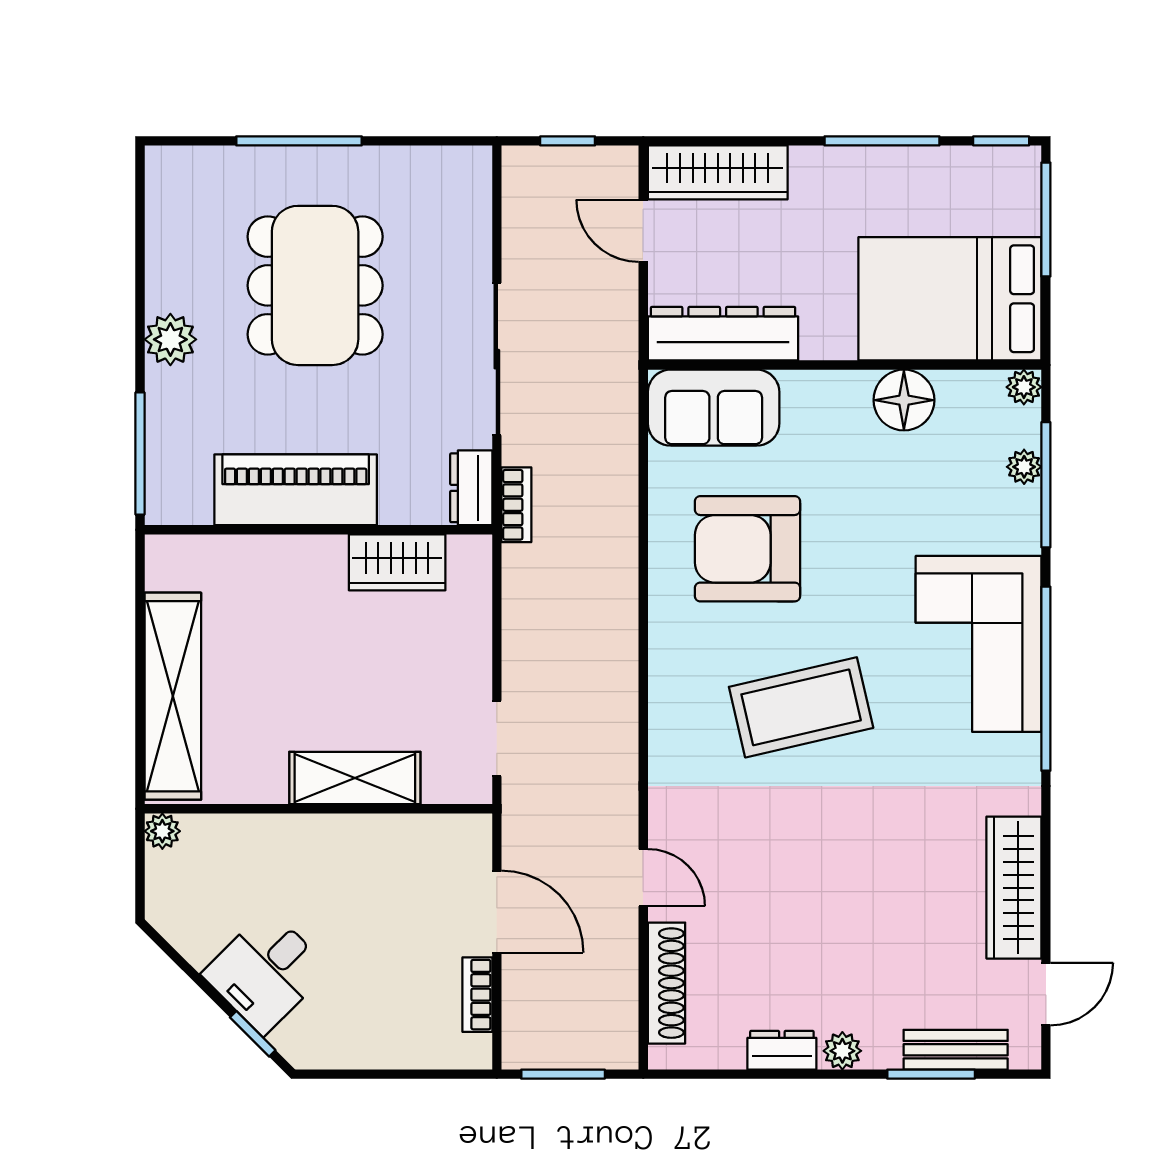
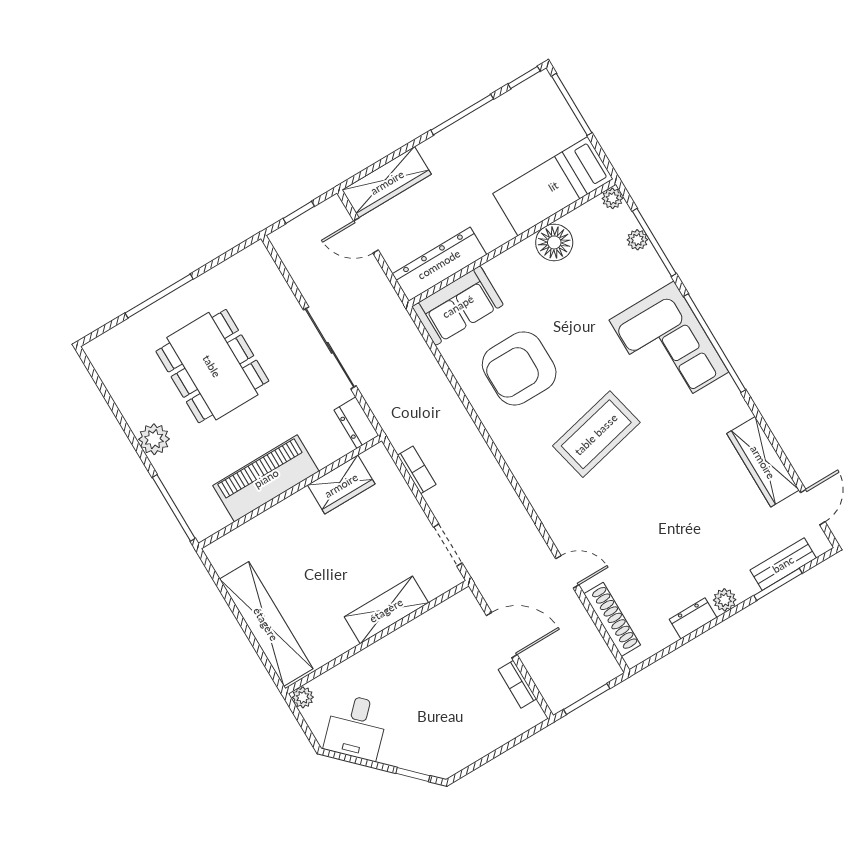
bed: (950, 299) -> (553, 186), width x0.67
bookcase: (516, 505) -> (417, 470), moved
desk: (266, 972) -> (356, 727), moved

